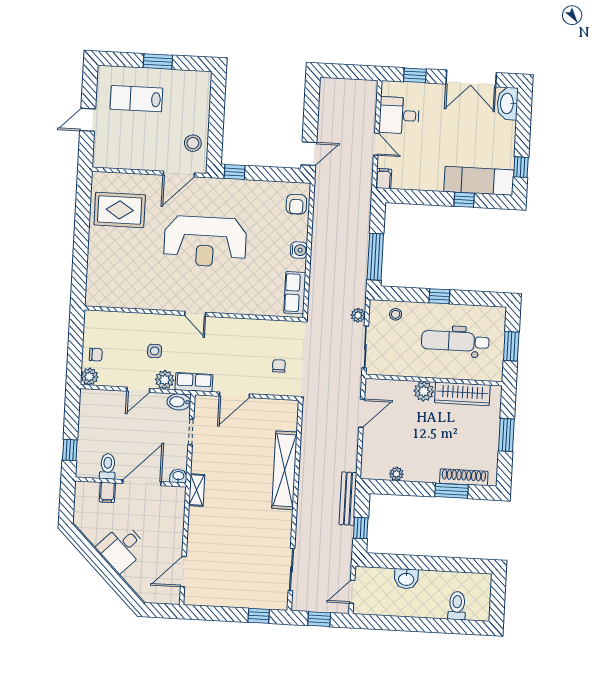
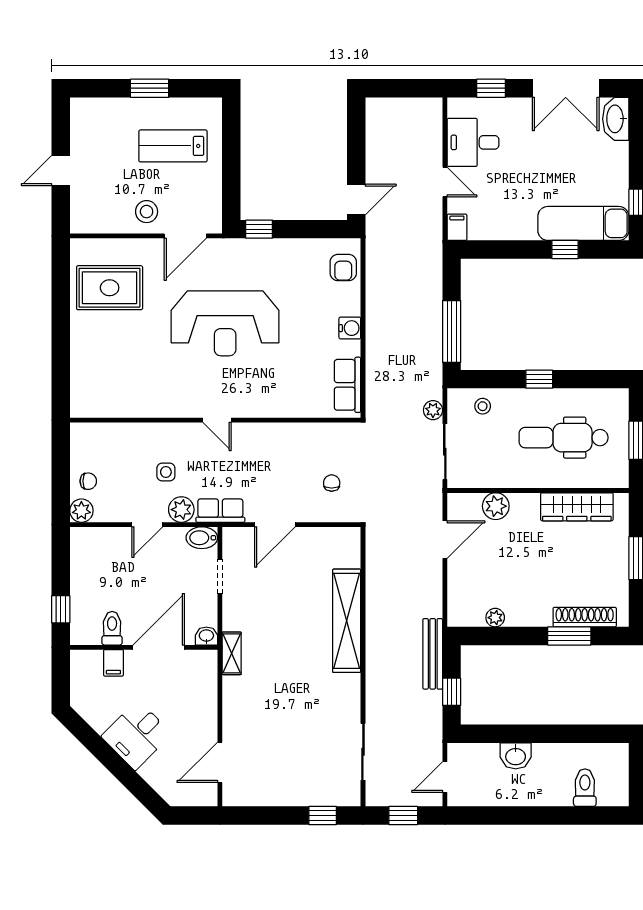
lab bench: (136, 99) -> (173, 146), moved
stool: (193, 143) -> (147, 212), moved
plant: (424, 391) -> (496, 506), moved

